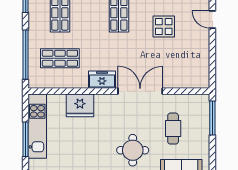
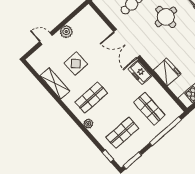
door: (212, 19) -> (46, 38), swing flipped
plant: (202, 44) -> (66, 32), added

